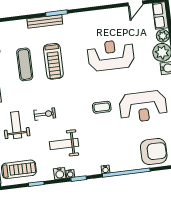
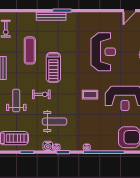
reception desk: (111, 55) -> (103, 52), turned 90
treadmill: (53, 61) -> (53, 67), moved
weight bench: (64, 144) -> (55, 122), turned 180

